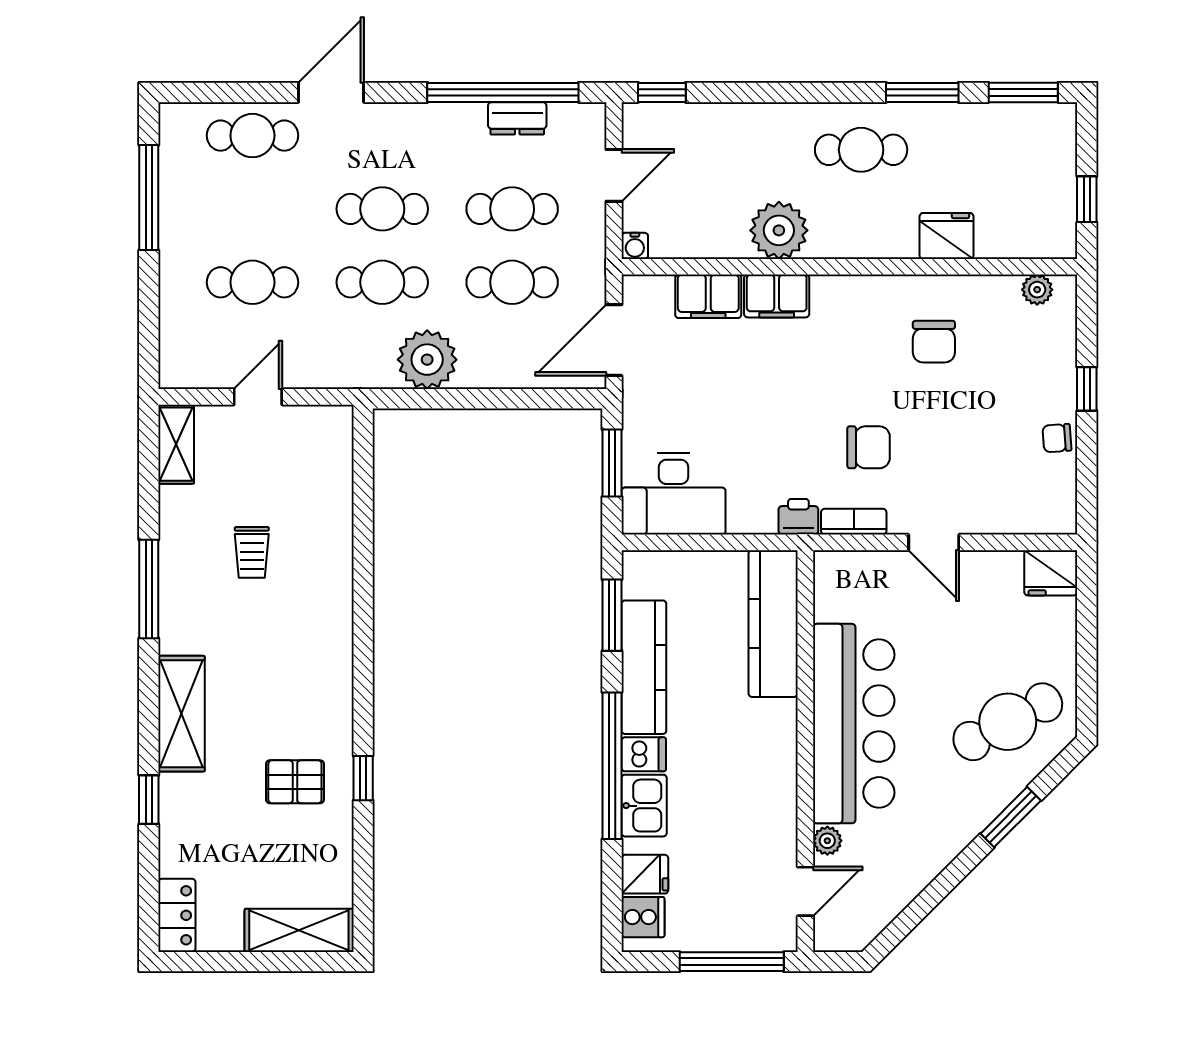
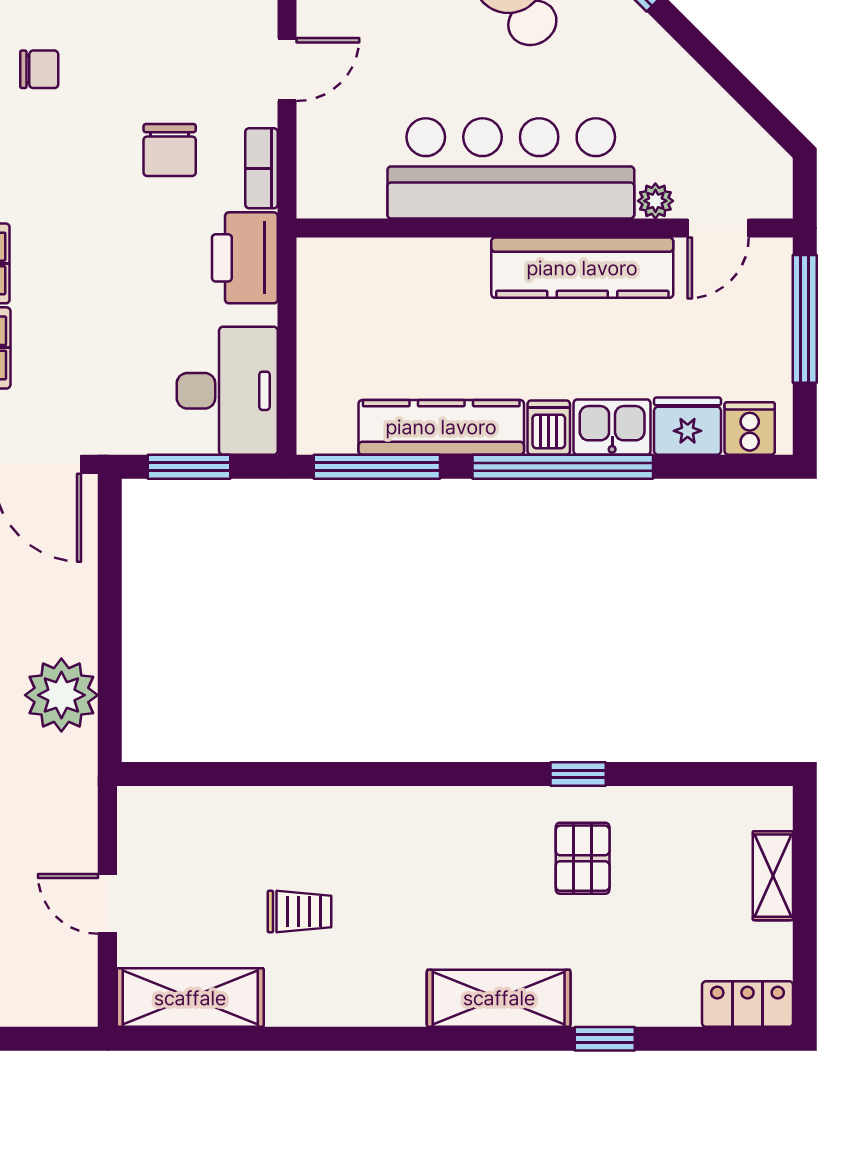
chair: (934, 342) -> (39, 69), width x0.73, depth x0.73
shelving: (176, 444) -> (190, 998), width x1.50, depth x1.33
chair: (869, 447) -> (170, 150), turned 180
printer: (798, 517) -> (245, 258), width x1.87, depth x1.48
window: (149, 589) -> (345, 1039), removed
window: (612, 615) -> (377, 467), width x1.44
kitchen counter: (773, 624) -> (582, 268), moved
fridge: (645, 874) -> (688, 426), width x1.38
door: (805, 891) -> (718, 228), swing flipped
shelving: (299, 930) -> (773, 876), width x0.67, depth x0.75

